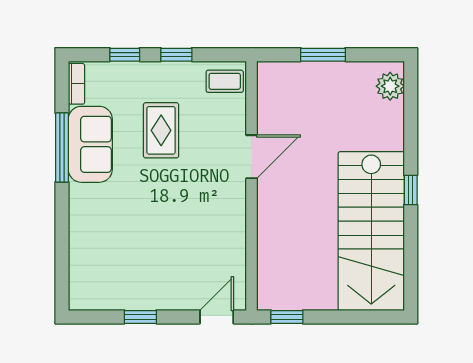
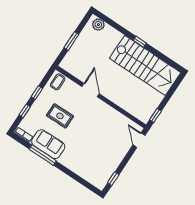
window: (140, 317) -> (113, 179), moved

